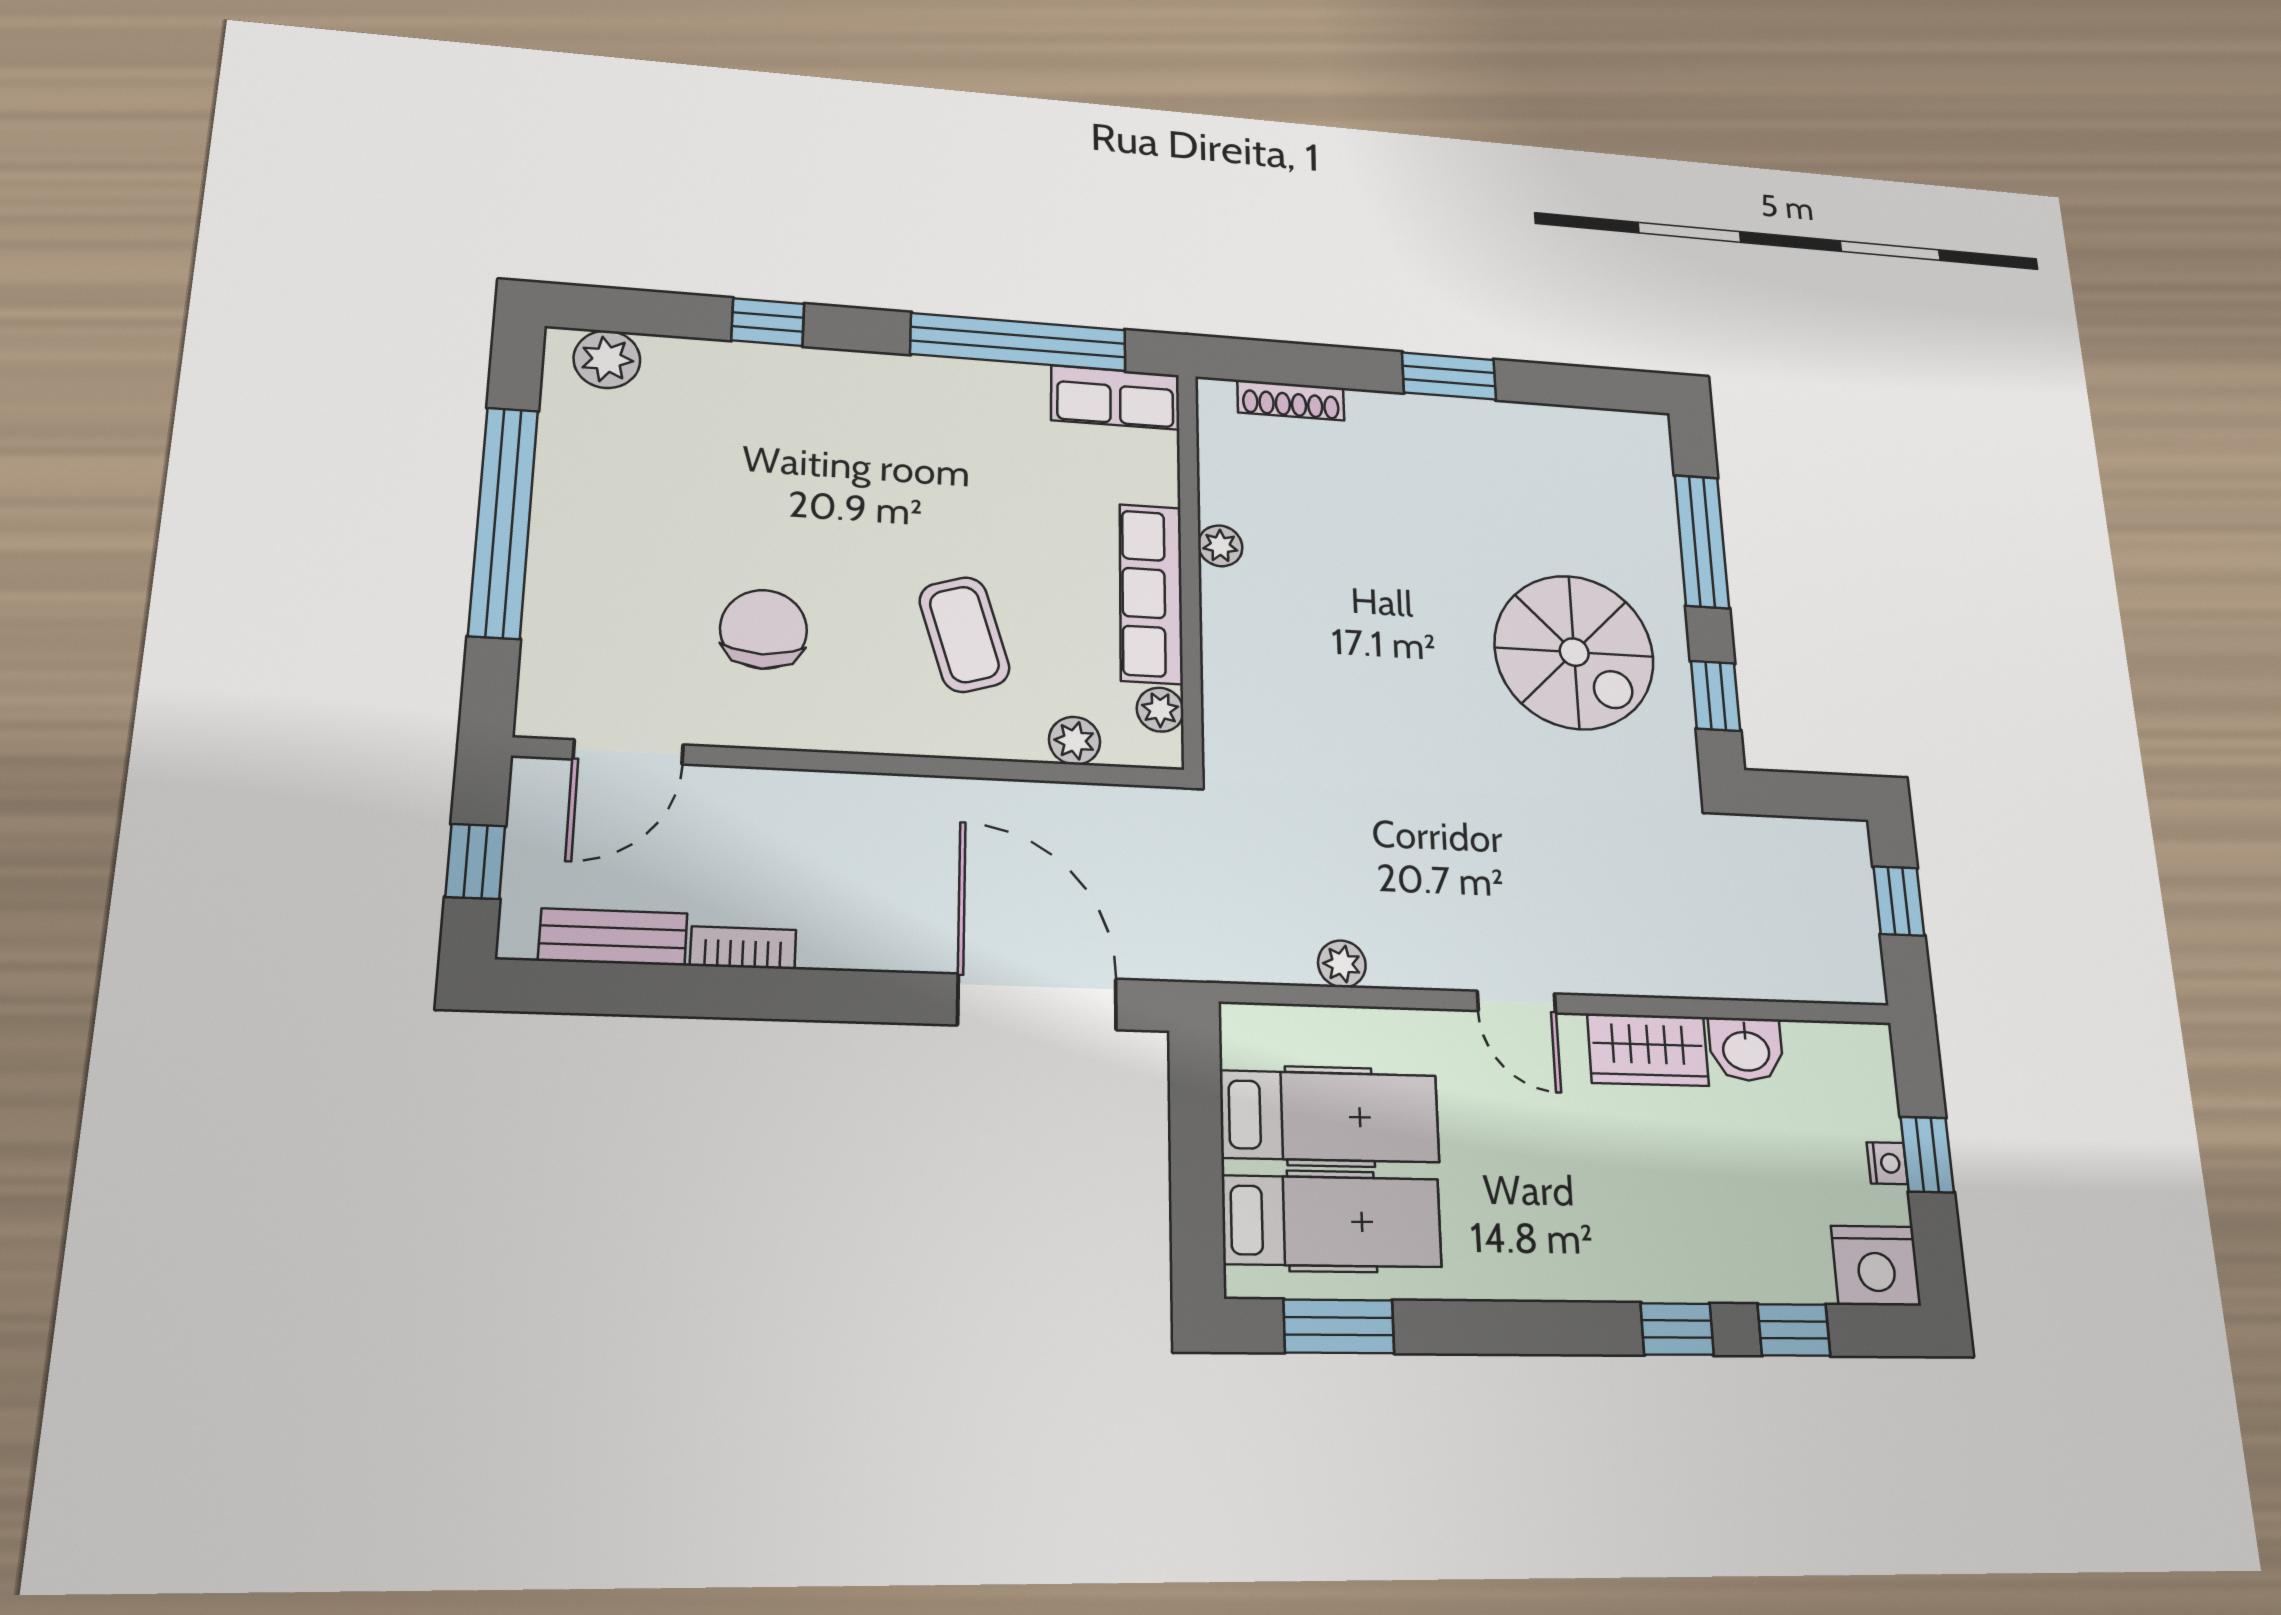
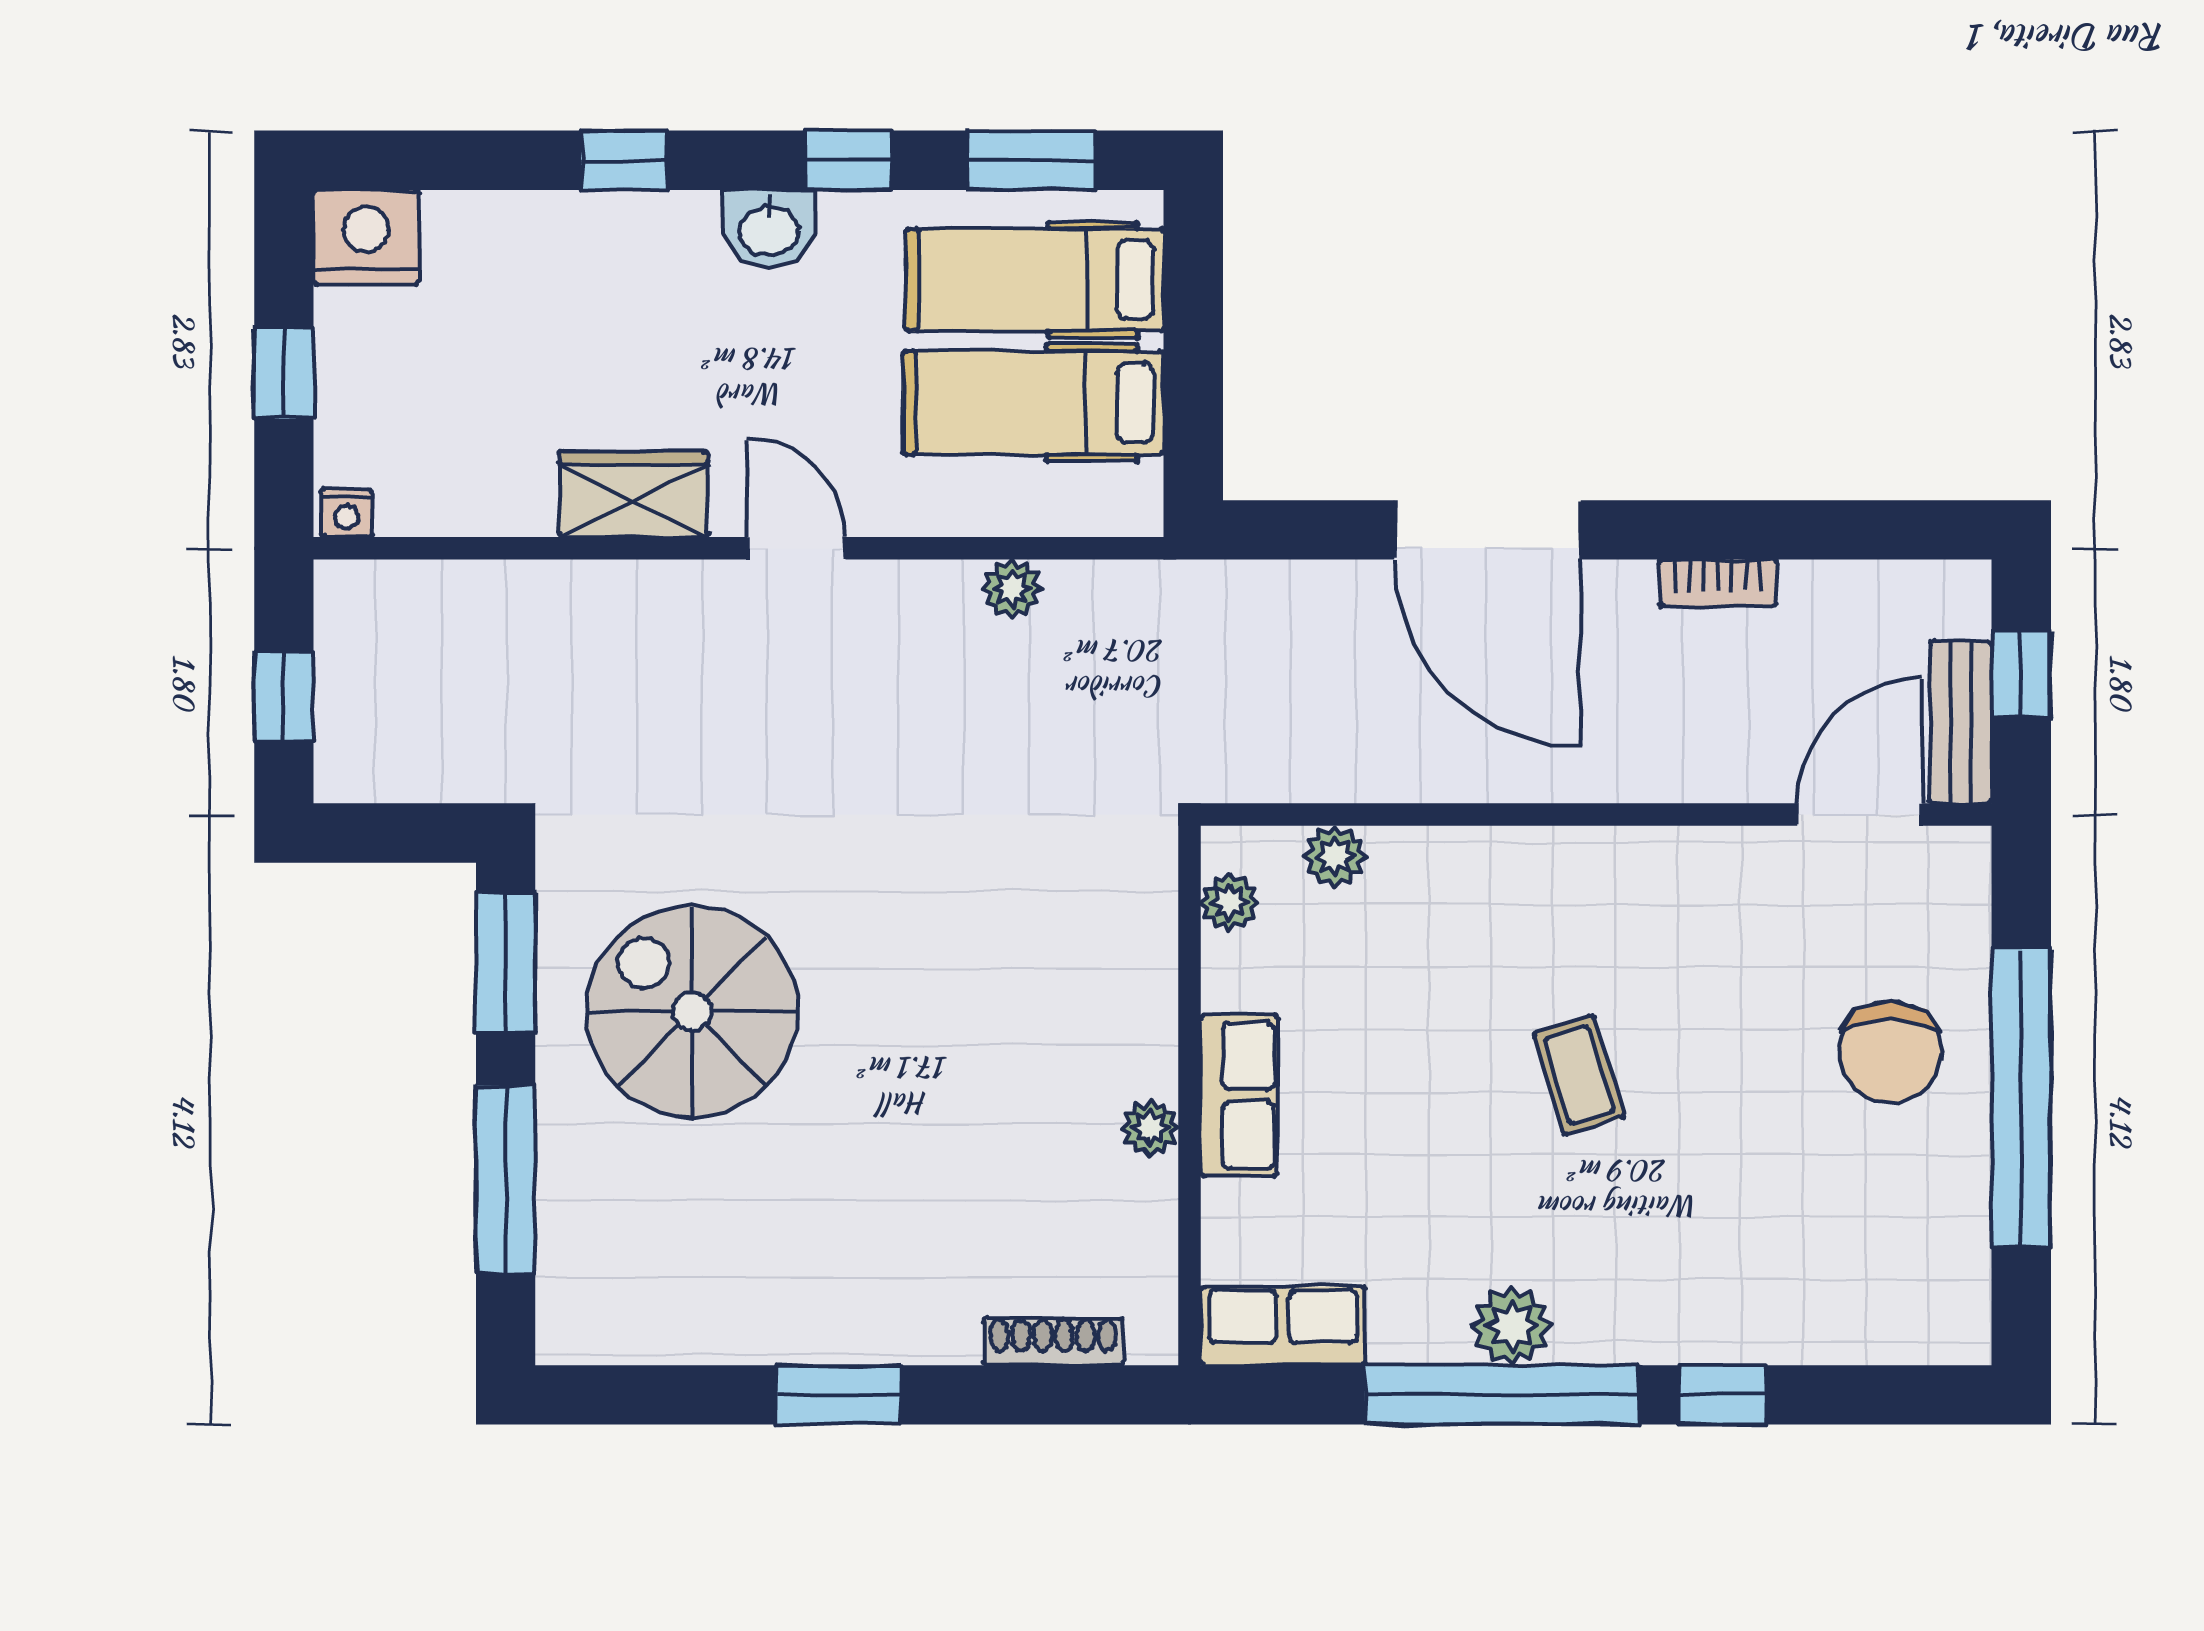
window: (1019, 342) -> (1502, 1395), moved
plant: (607, 359) -> (1512, 1326), moved
row of seats: (1151, 593) -> (1239, 1095), width x0.68
chair: (764, 629) -> (1891, 1052), moved
coffee table: (964, 634) -> (1579, 1075), moved, width x0.73, depth x0.77
window: (1716, 696) -> (506, 962), width x1.50
bench: (613, 937) -> (1961, 722), moved, turned 90
door: (1037, 1002) -> (1488, 530), moved
washbasin: (1746, 1049) -> (769, 229), moved, turned 180
nightstand: (1887, 1163) -> (347, 513), moved, turned -90
window: (1794, 1330) -> (848, 160), moved

